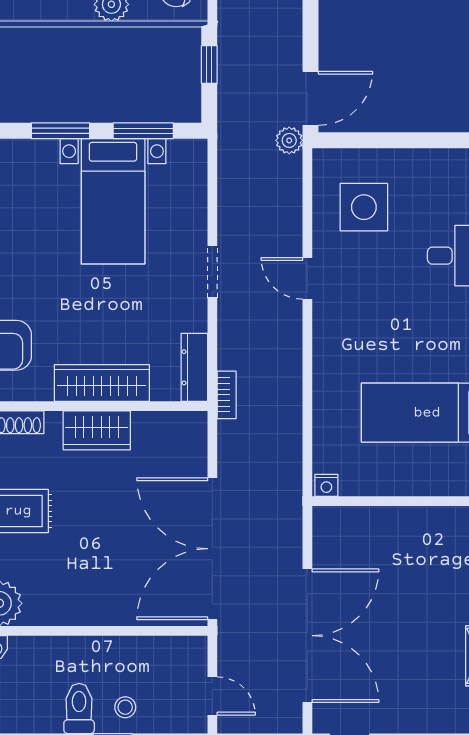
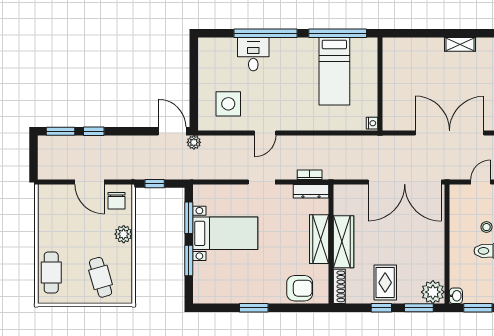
bookcase: (227, 395) -> (310, 175), moved
wardrobe: (97, 430) -> (344, 242), width x1.50

